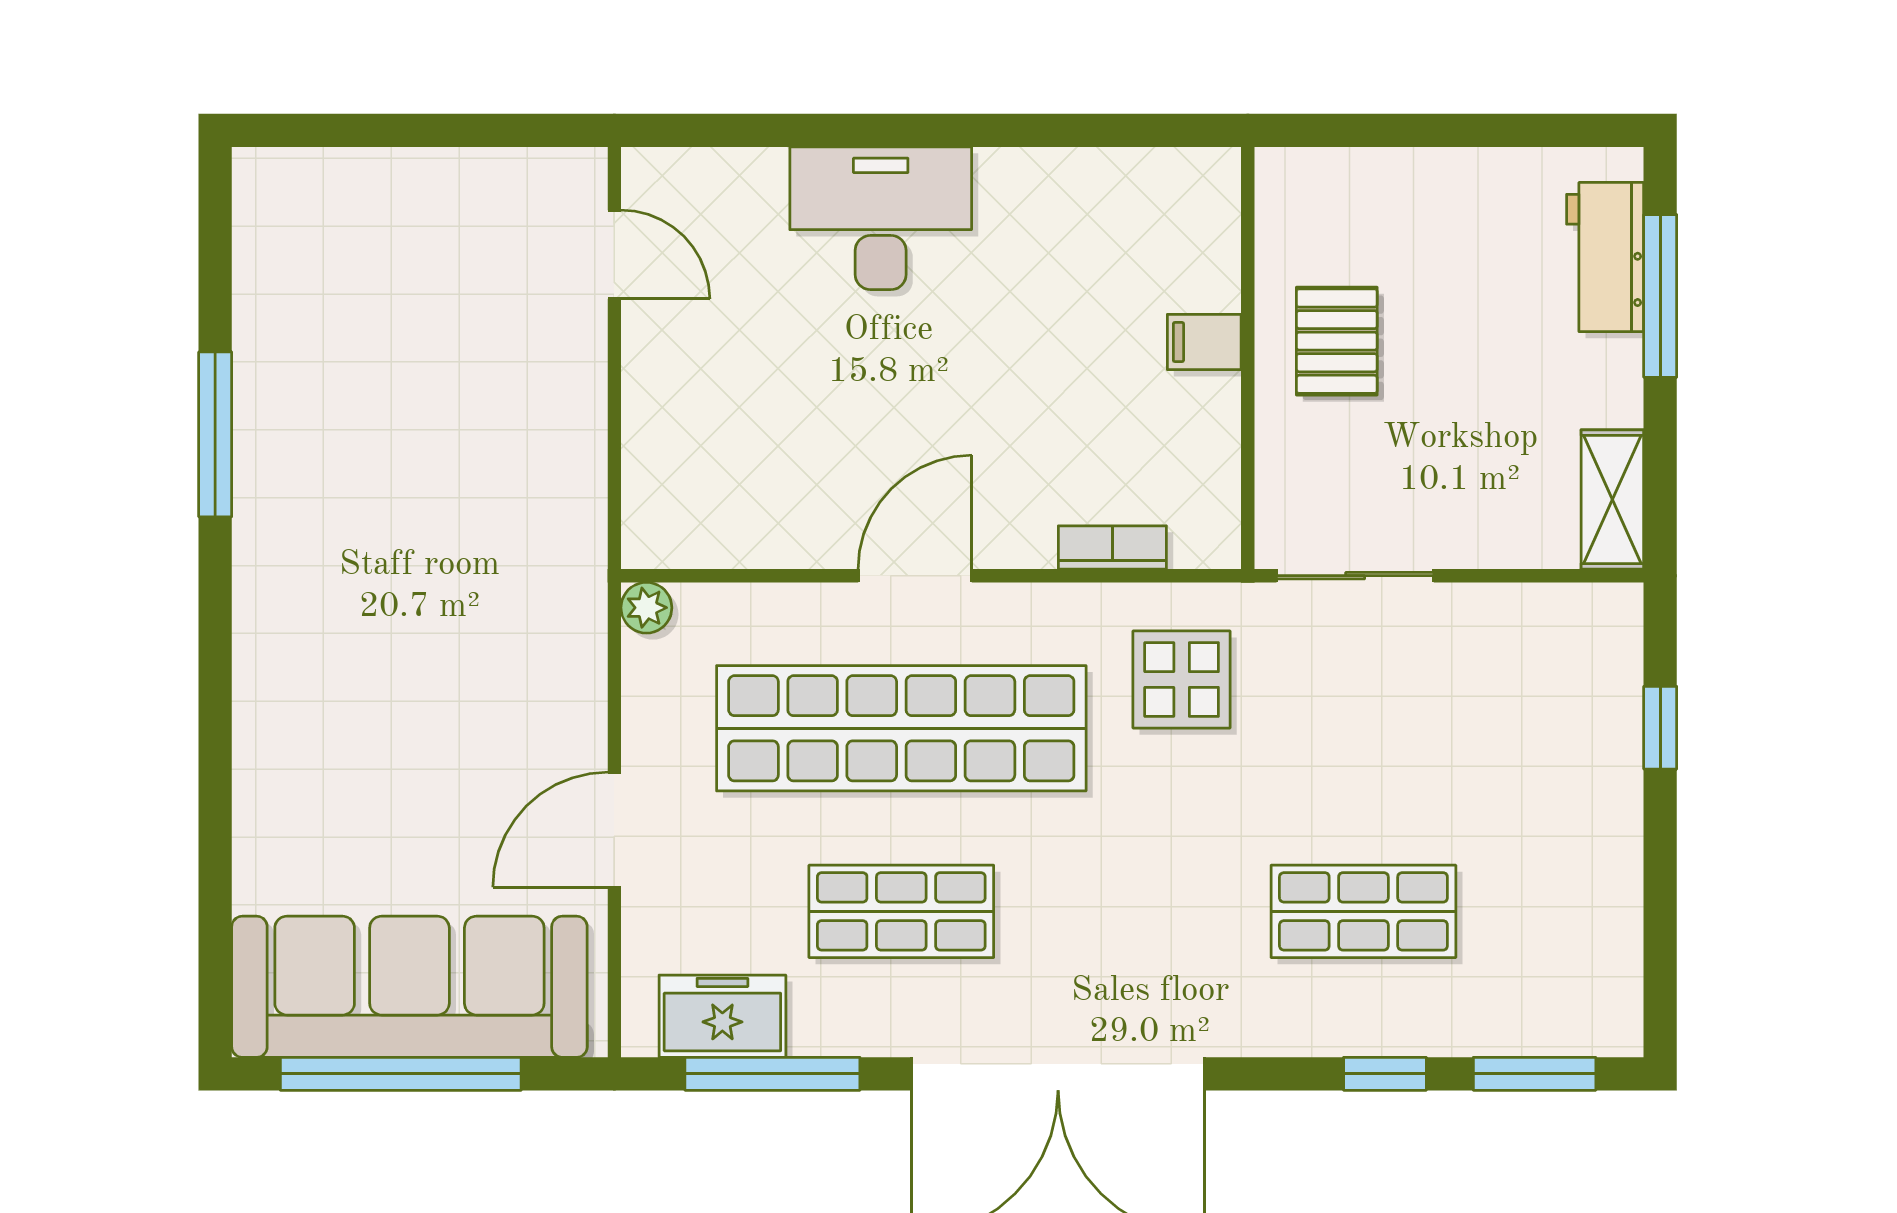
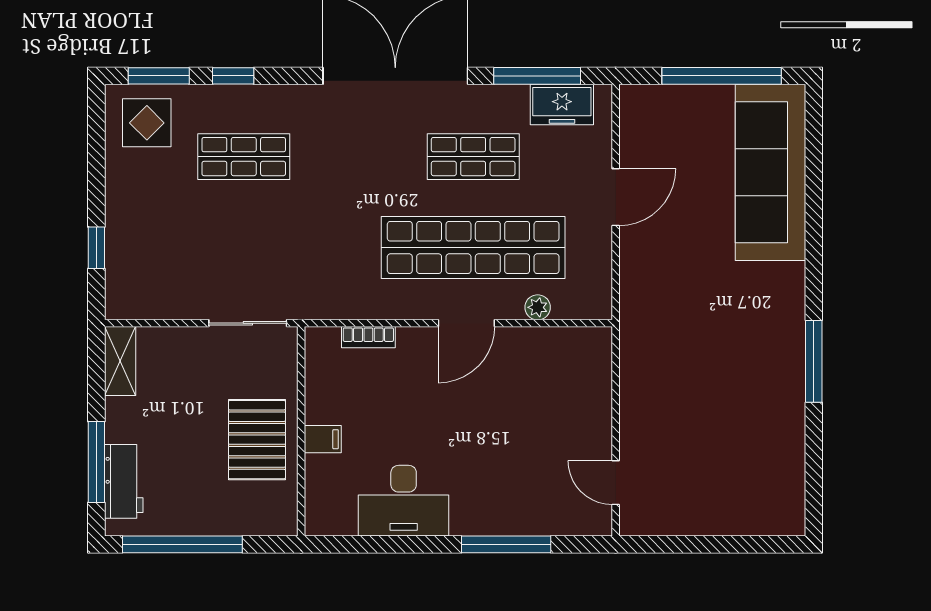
window: (835, 130) -> (506, 544), added
window: (1487, 130) -> (182, 544), added
desk: (881, 218) -> (404, 501), moved
pallet: (1337, 341) -> (257, 440), width x1.50, depth x1.42
window: (215, 434) -> (814, 361), moved
plant: (646, 608) -> (538, 307), moved
display table: (1182, 679) -> (147, 123), moved
sofa: (409, 987) -> (771, 172), moved, turned 90

